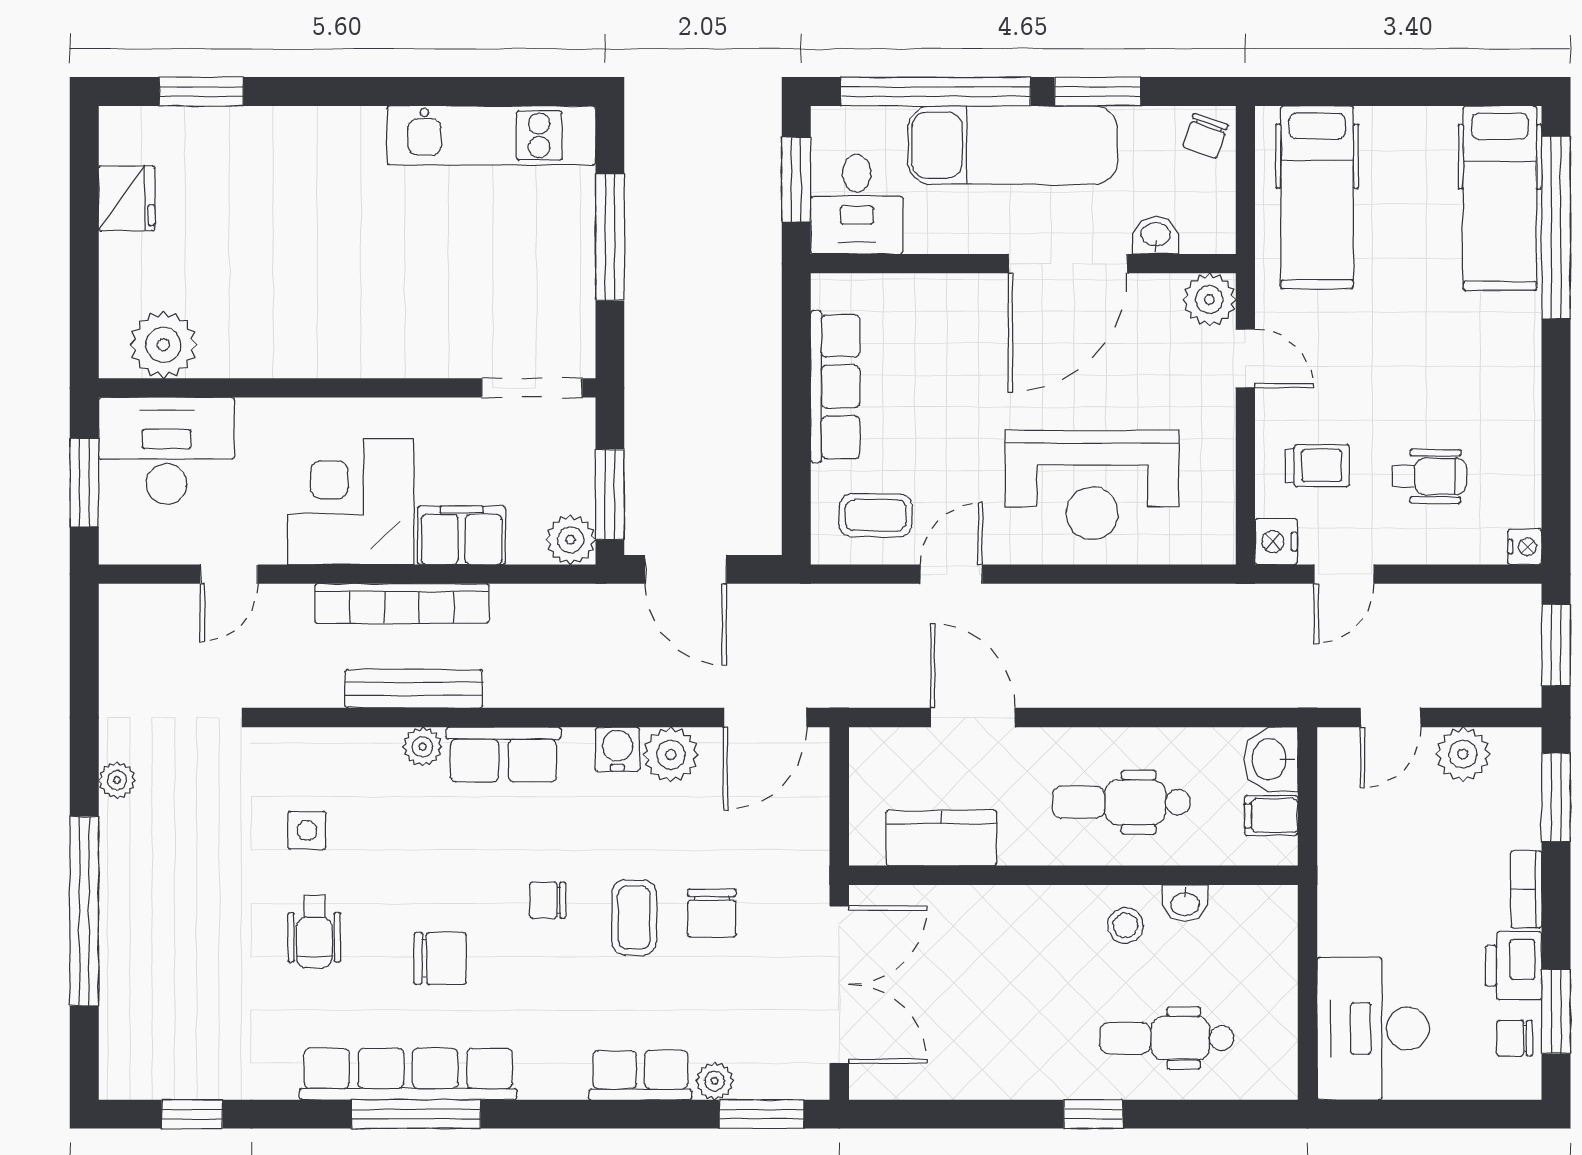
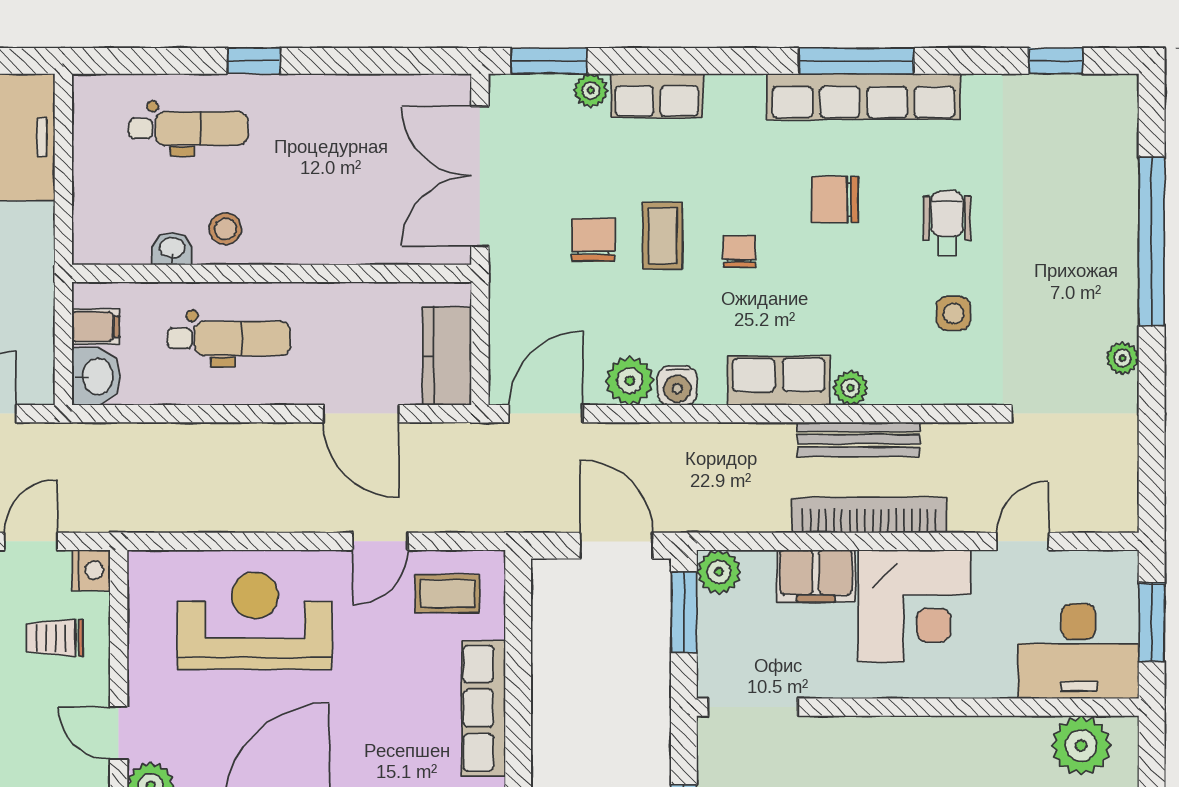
kitchen counter: (941, 838) -> (447, 356), moved, turned 90
chair: (548, 900) -> (739, 251), turned -90

